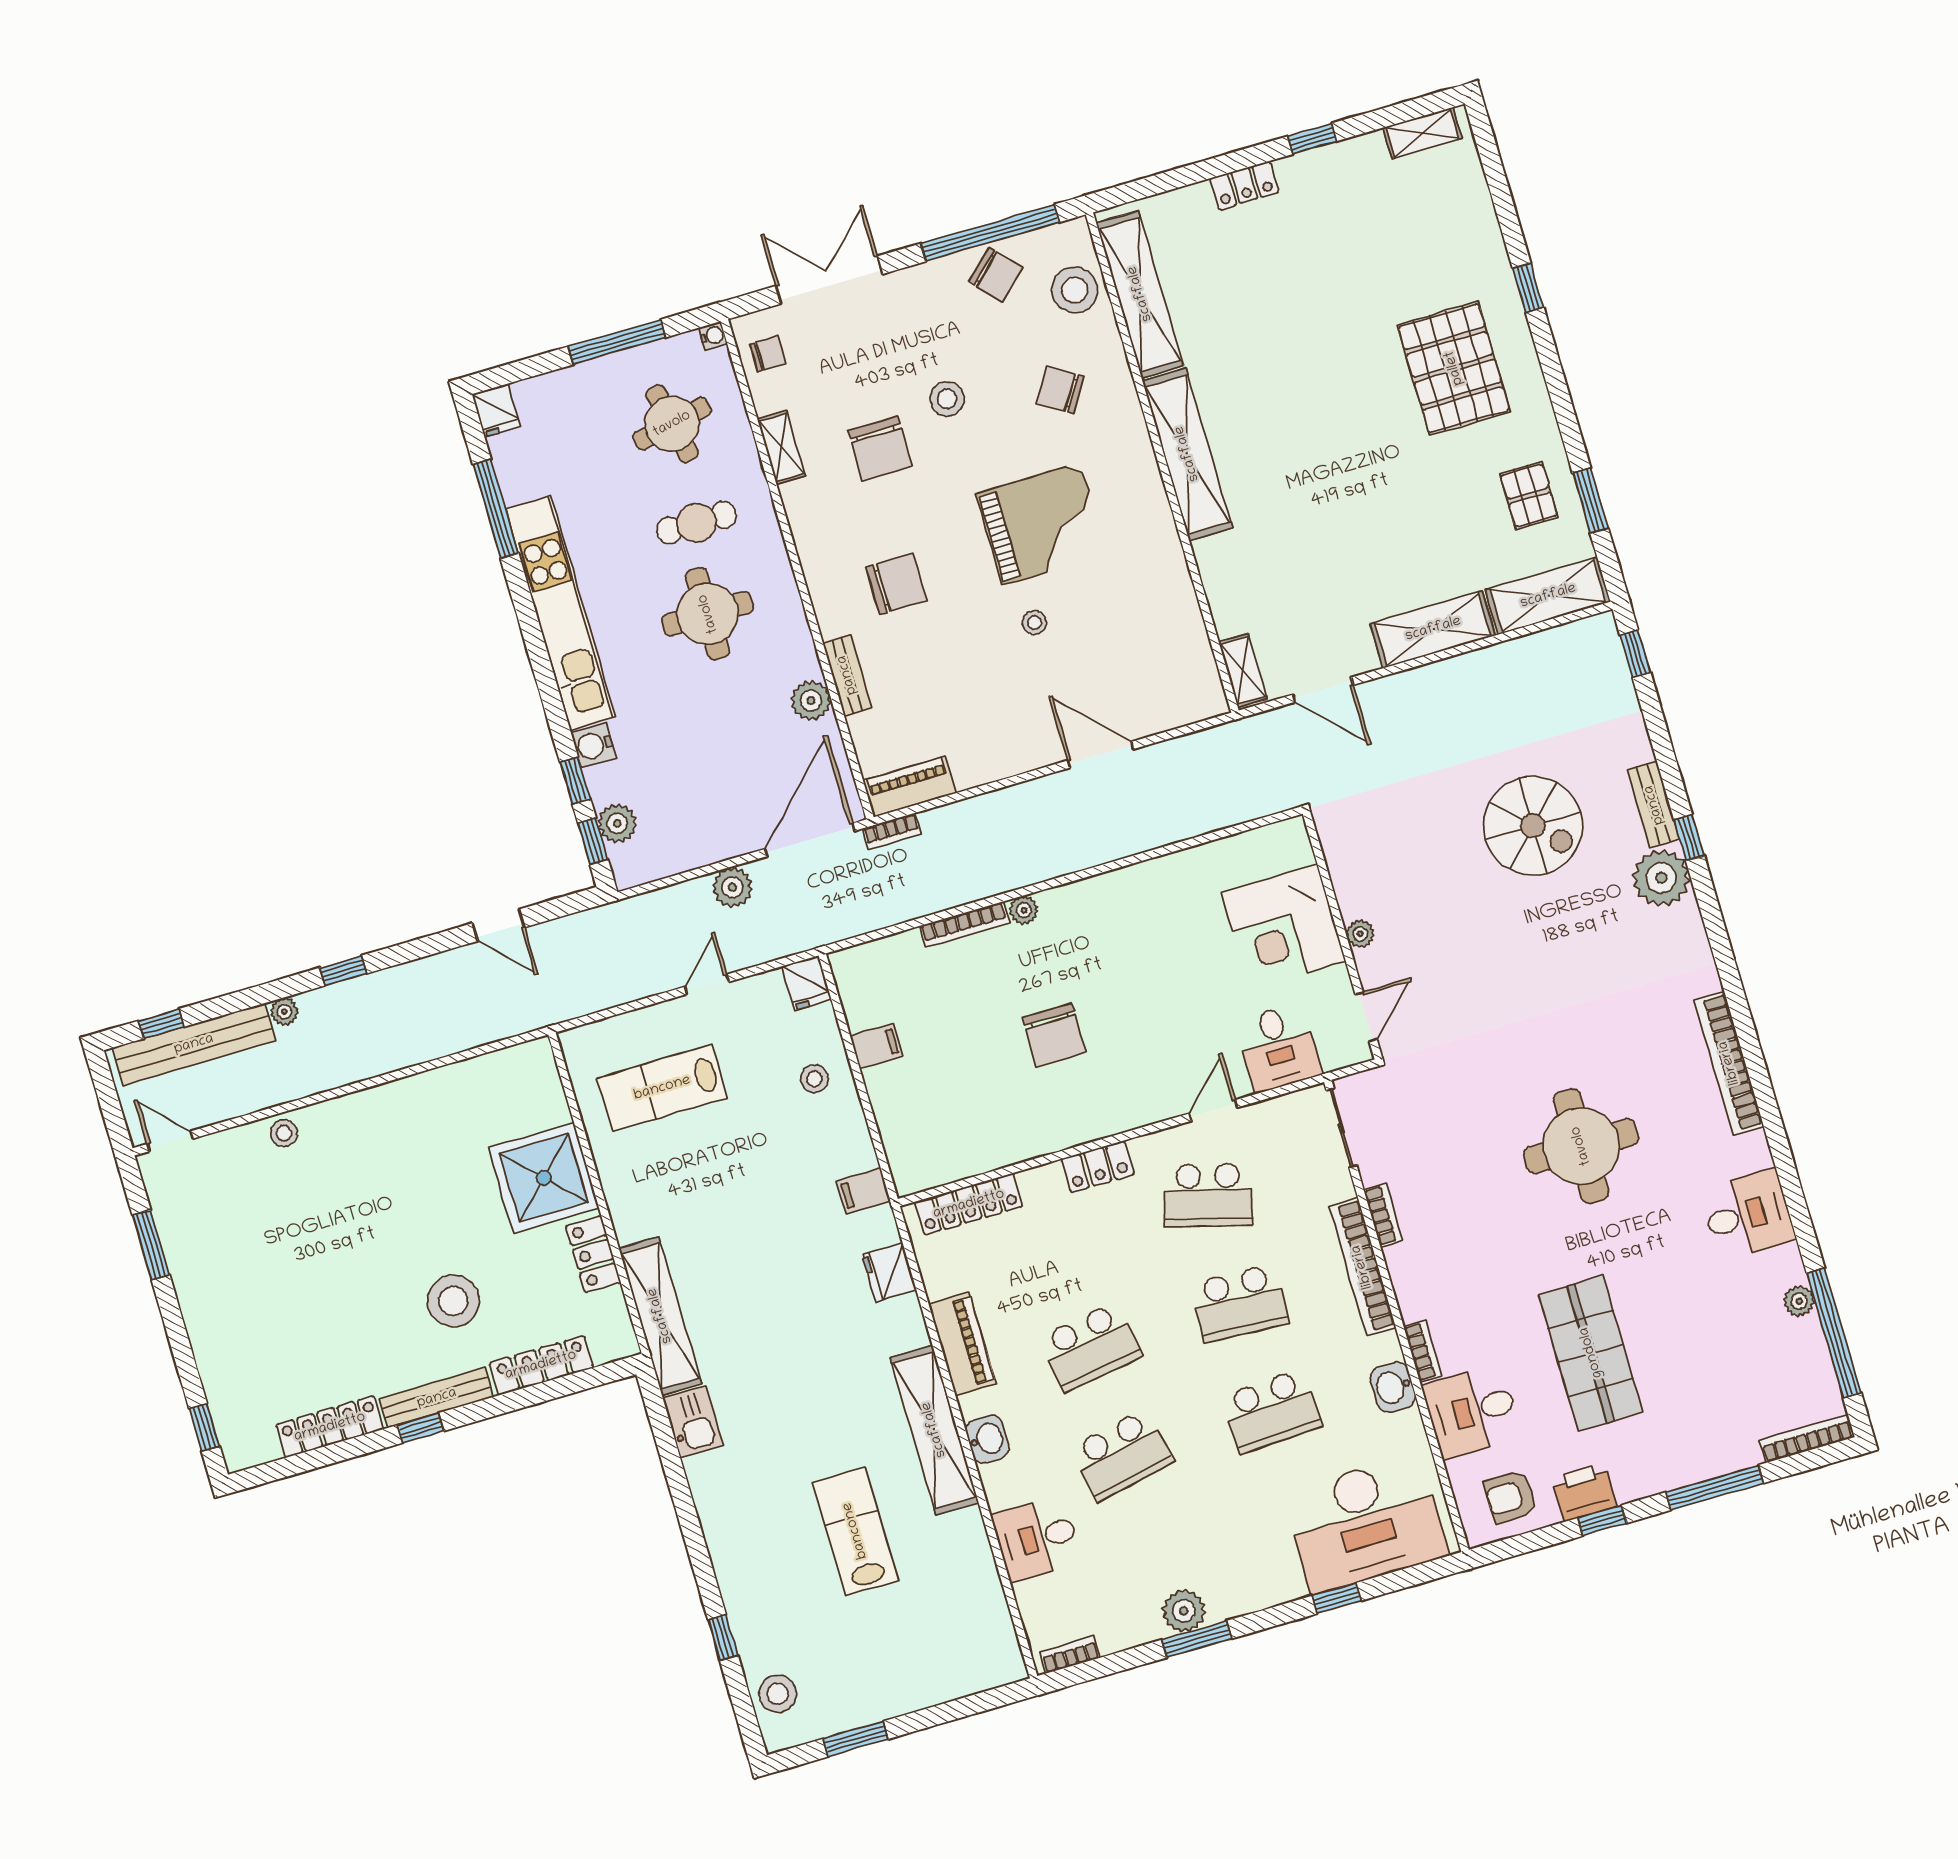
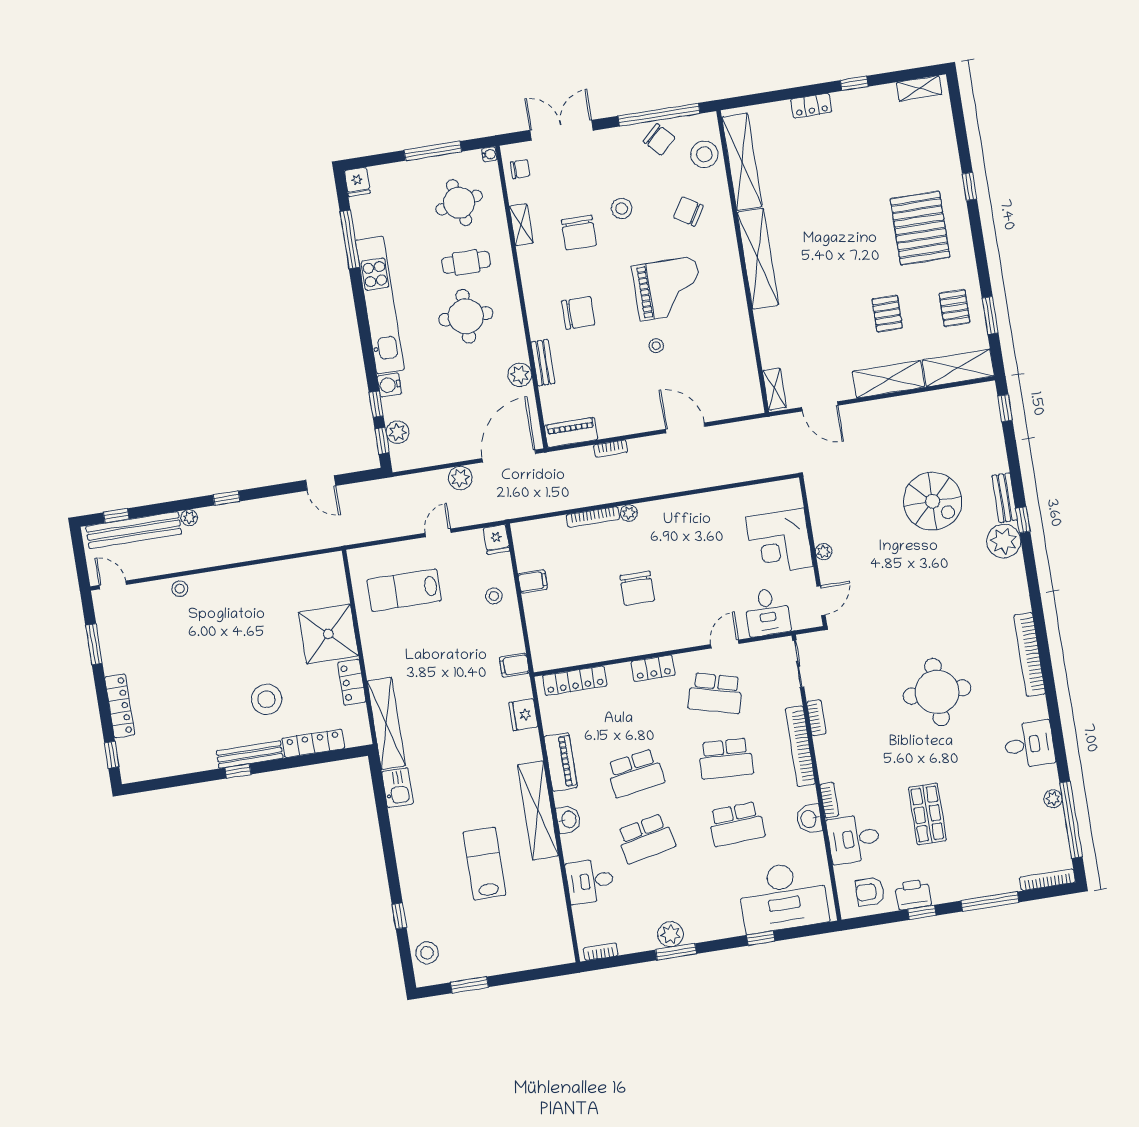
pallet: (1417, 519) -> (887, 313), added
bookcase: (892, 831) -> (611, 449), moved
shop shelf: (1591, 1353) -> (927, 814), width x0.70, depth x0.74
locker: (330, 1427) -> (120, 706), moved, turned 90

